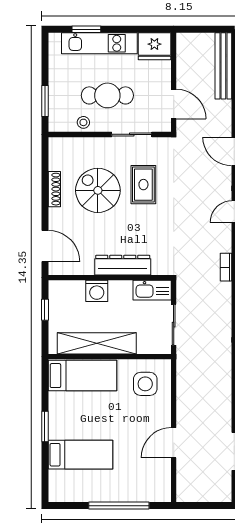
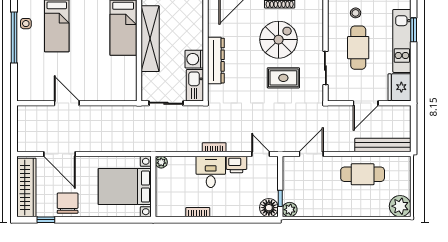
door: (174, 104) -> (366, 103), moved
stool: (83, 122) -> (356, 13), moved
washing machine: (97, 291) -> (194, 59), moved
side table: (145, 384) -> (26, 24), moved, width x0.54, depth x0.54
window: (119, 506) -> (14, 38), moved

